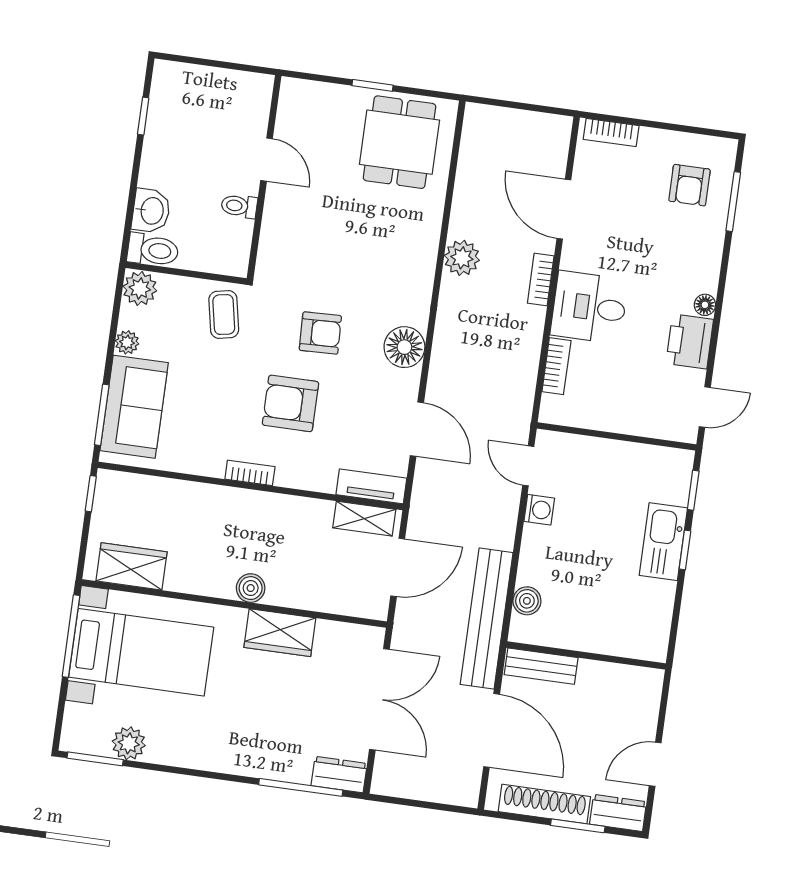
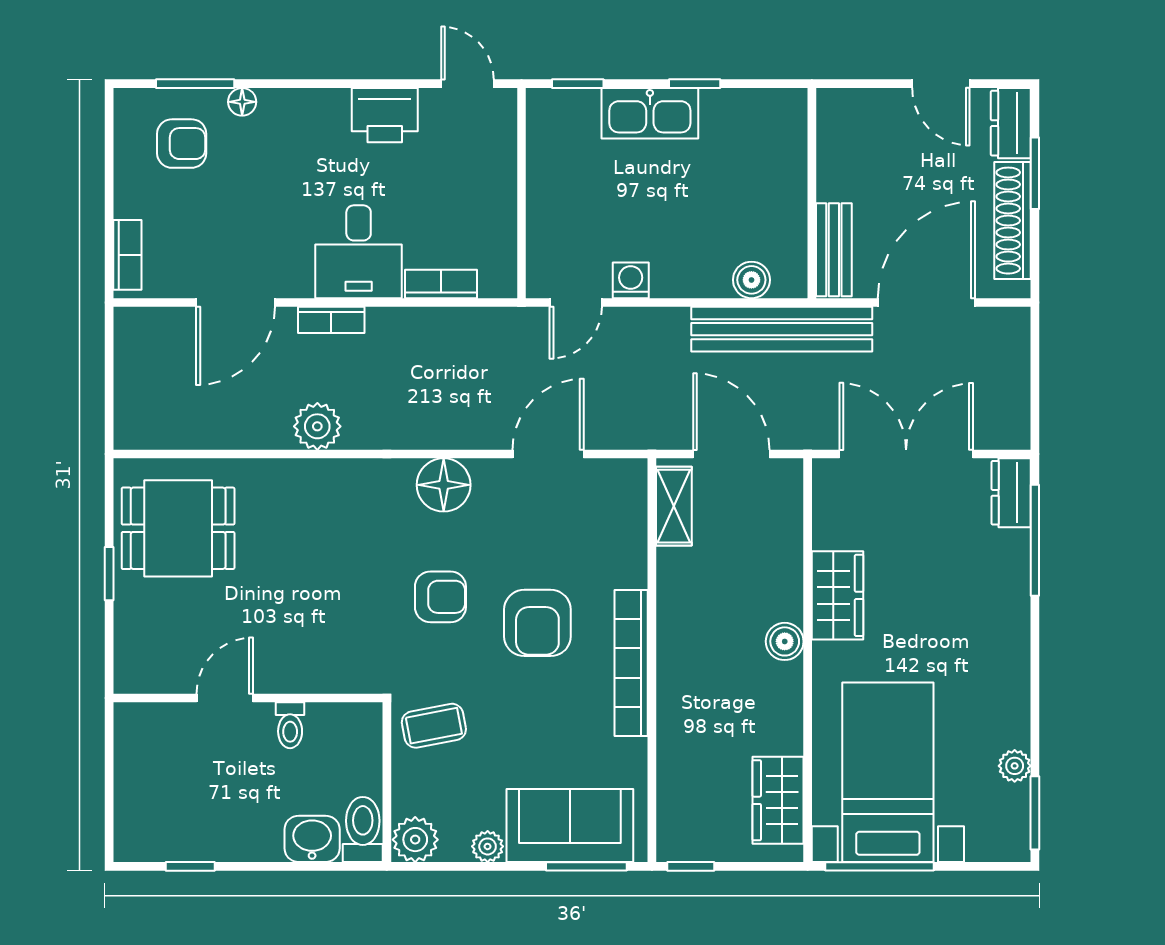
floor lamp: (705, 305) -> (242, 102), moved
armchair: (320, 333) -> (440, 597), turned 92
bookcase: (250, 473) -> (631, 663), width x2.31, depth x1.31
tv unit: (371, 486) -> (631, 503), removed
window: (685, 550) -> (695, 84), moved
plant: (129, 743) -> (1015, 766), width x0.73, depth x0.73

